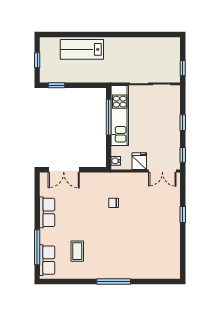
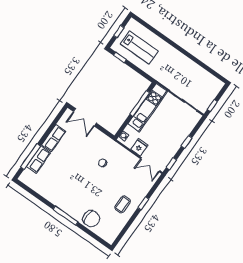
lab bench: (82, 49) -> (139, 47), moved, turned 180
coffee table: (77, 251) -> (123, 204), moved
row of seats: (47, 260) -> (38, 160), moved
chair: (141, 266) -> (91, 219), added

